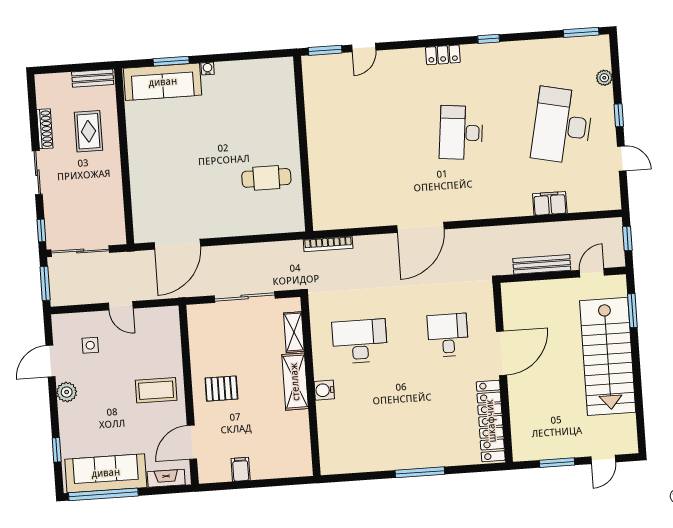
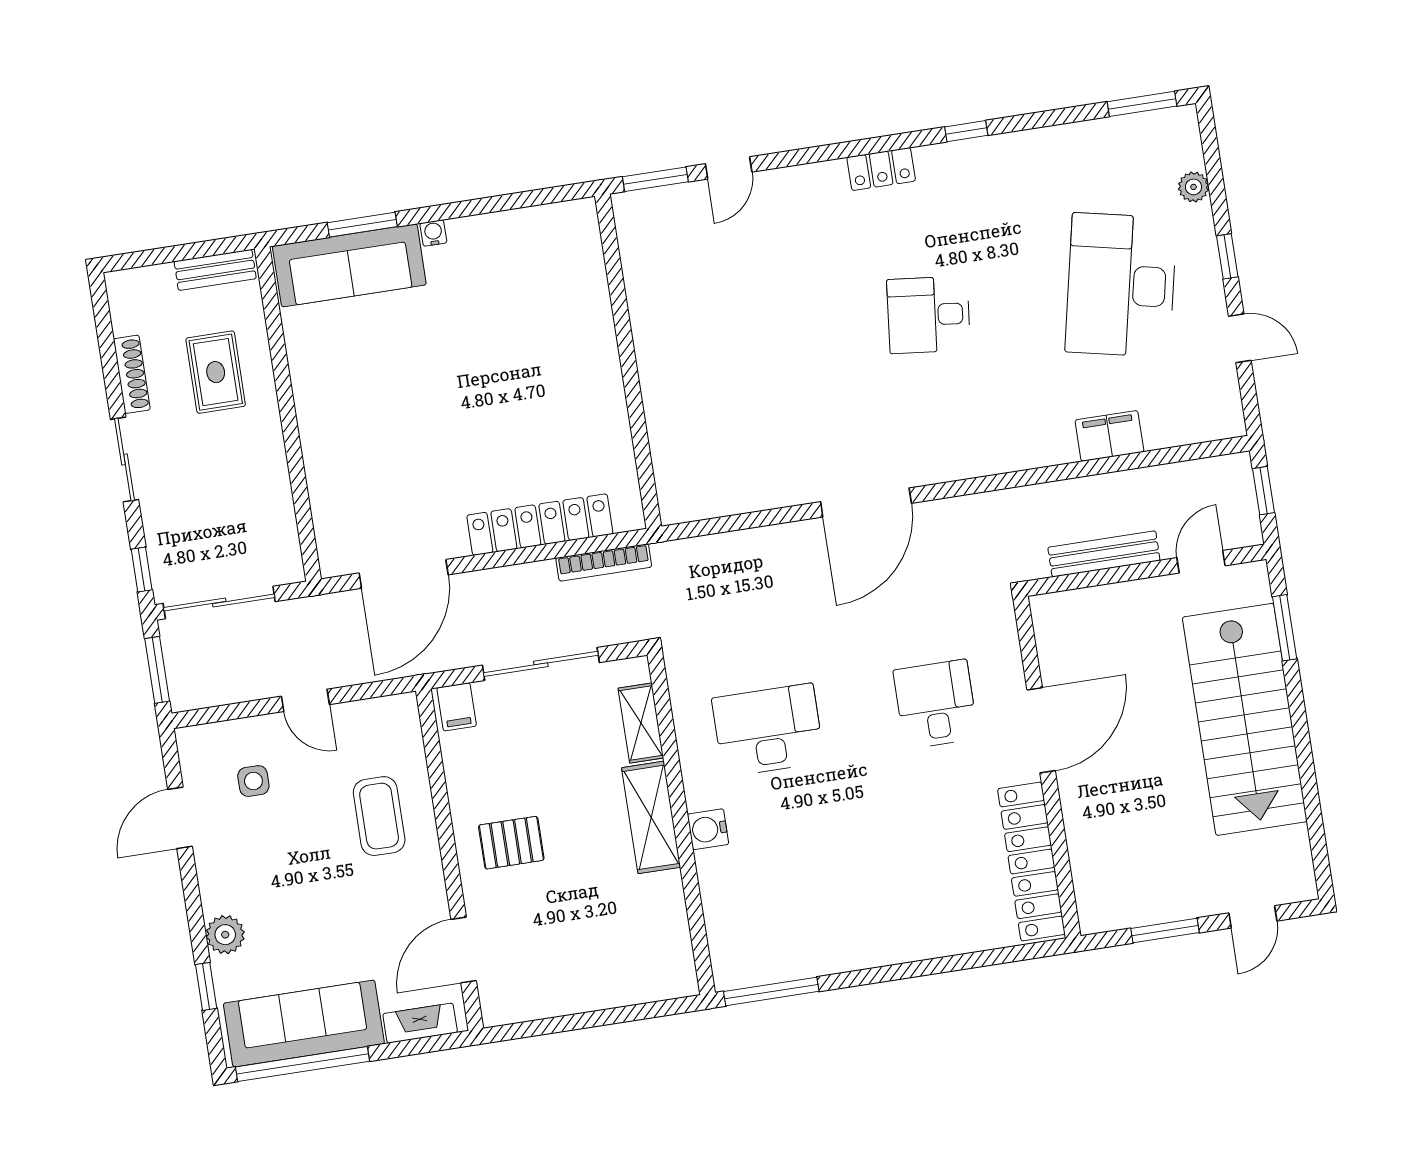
desk: (461, 133) -> (929, 315), width x0.73
cafe table: (266, 178) -> (563, 433), removed
locker: (250, 225) -> (540, 525), added
bookcase: (328, 244) -> (604, 563), moved
coffee table: (156, 390) -> (379, 816), moved, turned 90
plant: (67, 392) -> (225, 935), moved
filing cabinet: (241, 469) -> (457, 707), moved, turned 180
window: (420, 472) -> (771, 991), moved

